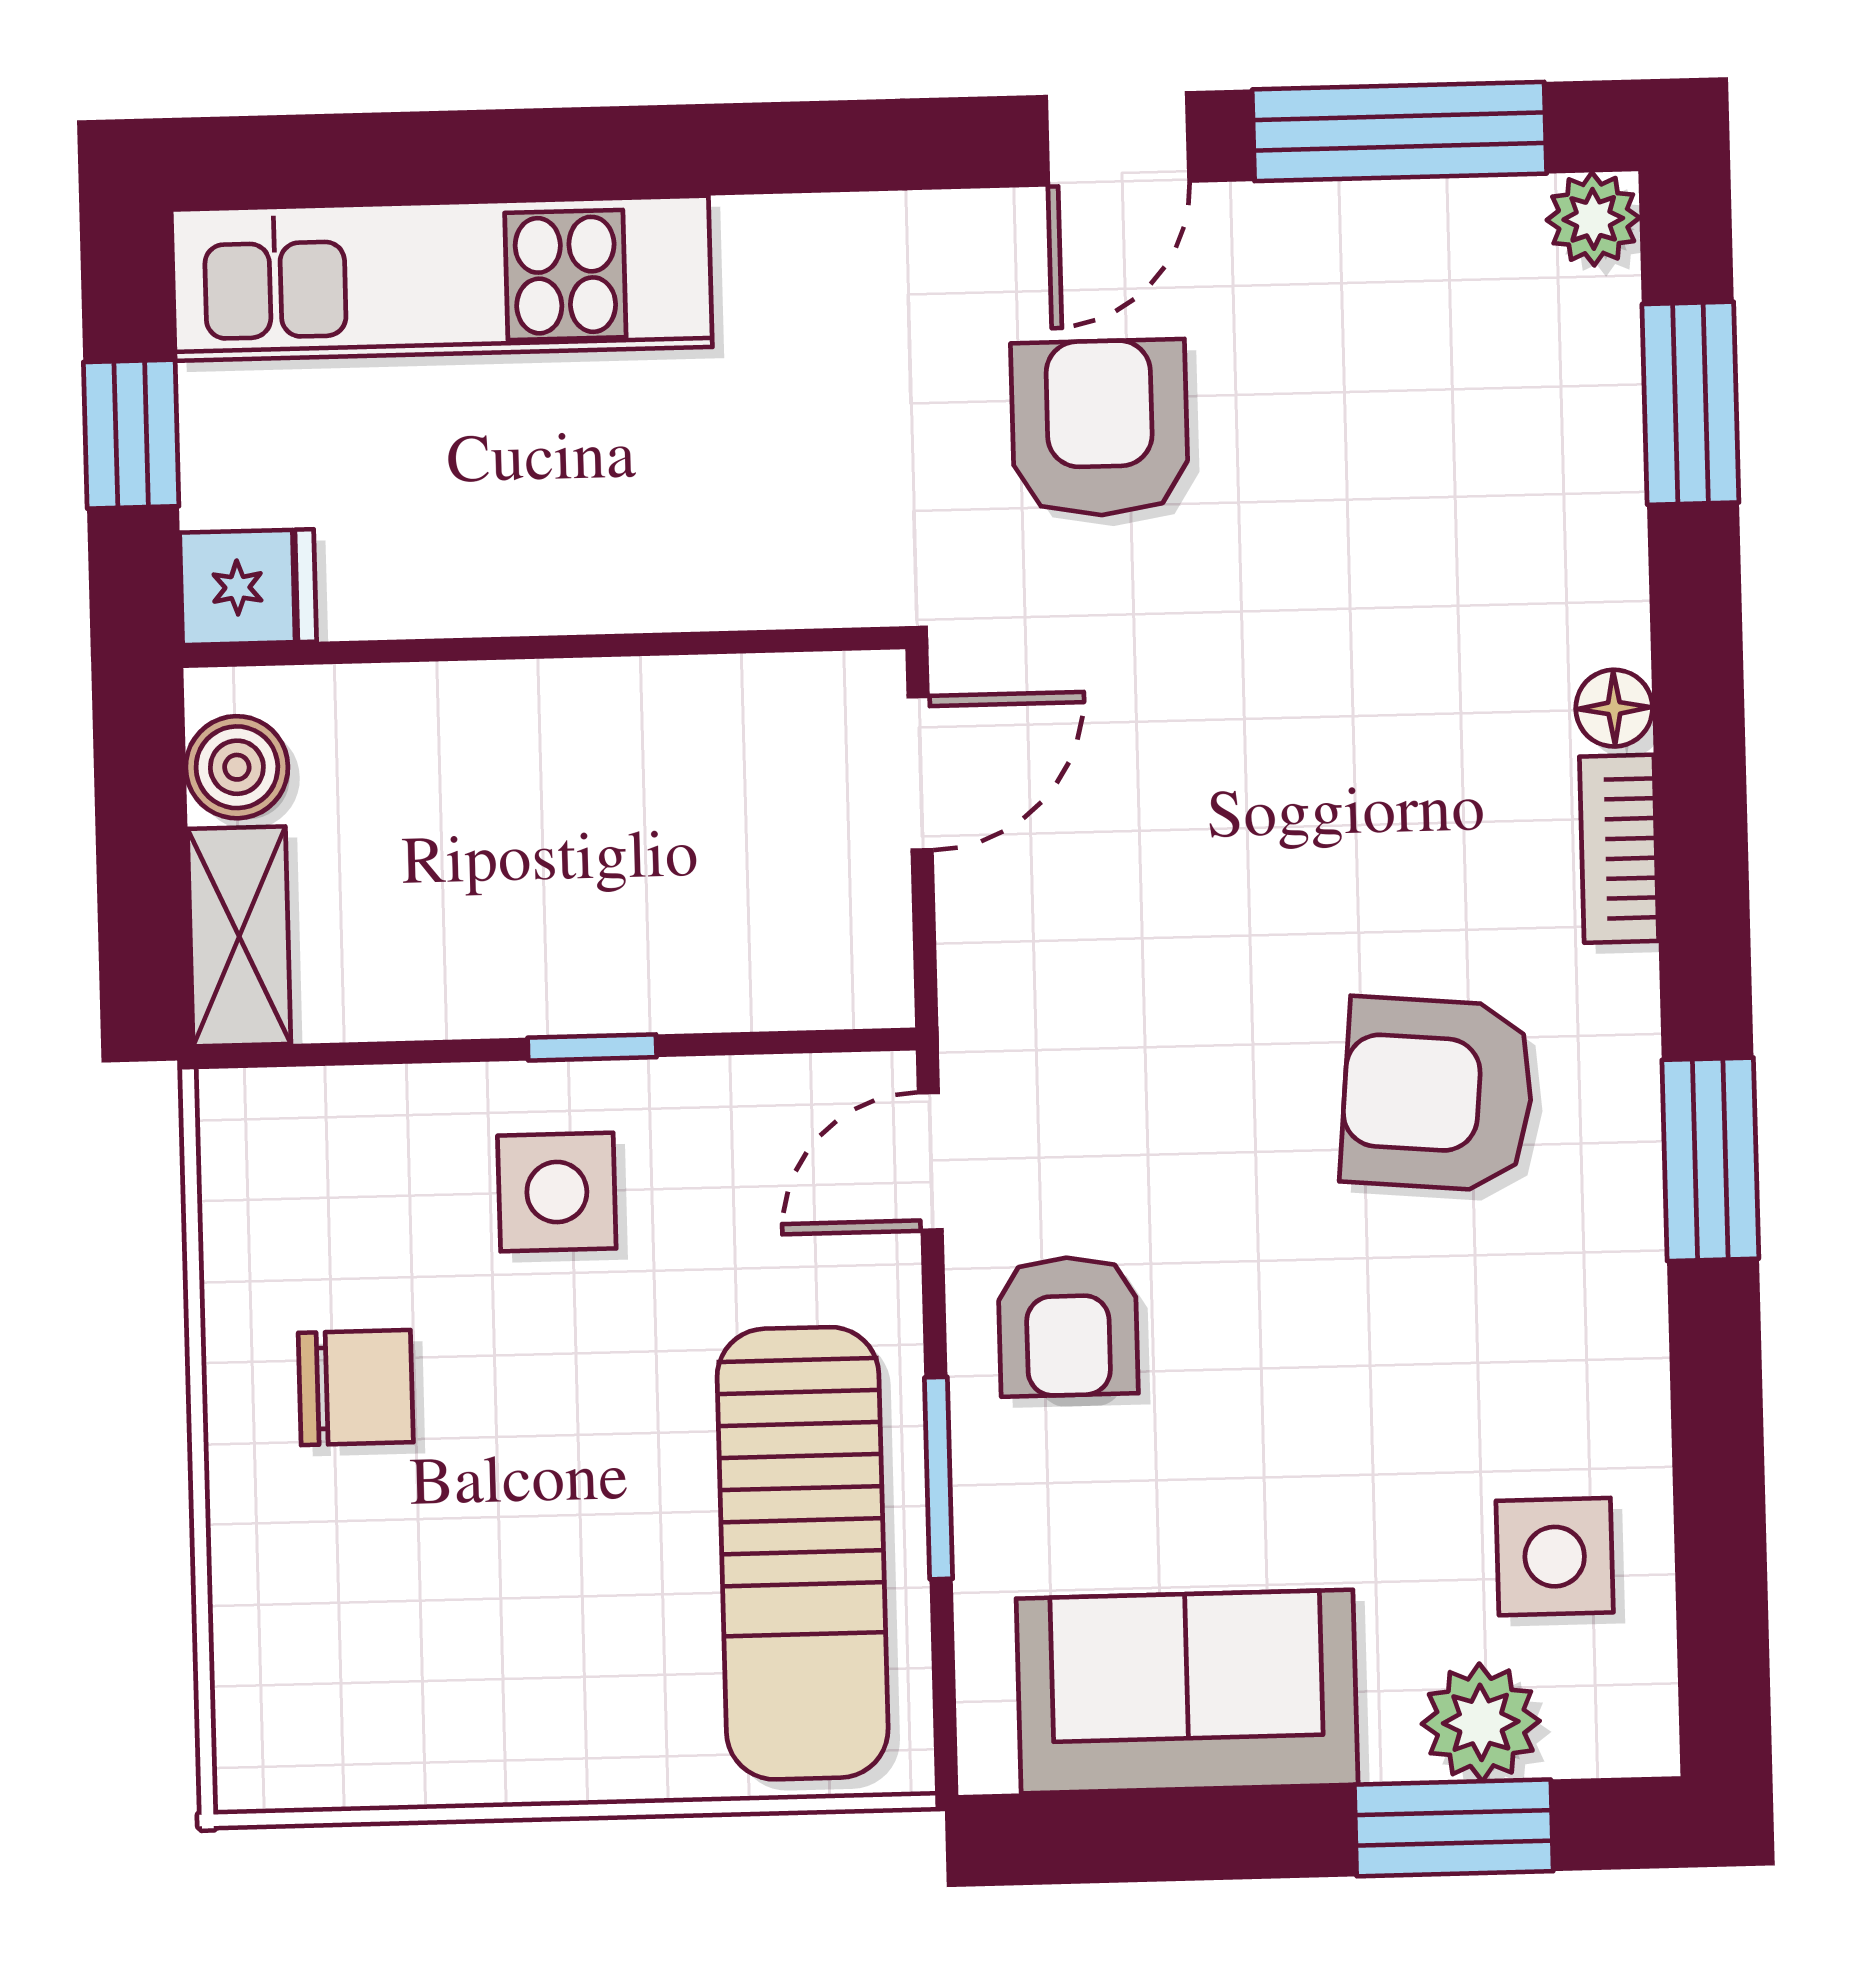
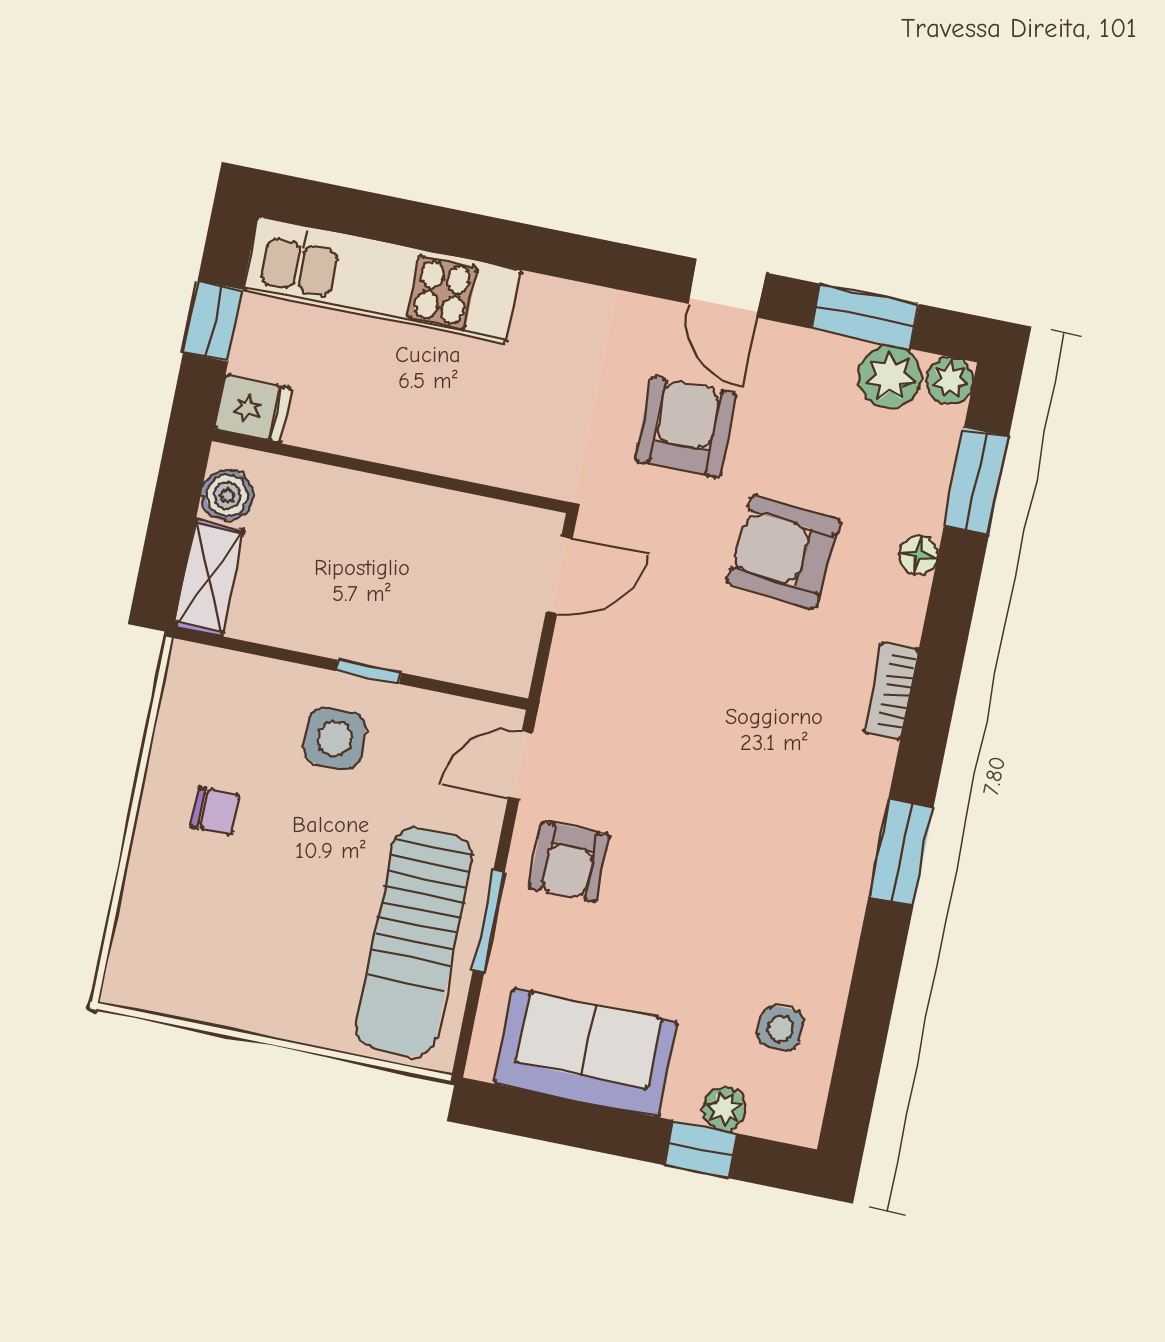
window: (1399, 132) -> (865, 316), width x0.69
door: (1118, 139) -> (727, 288), hinge flipped
plant: (1475, 238) -> (890, 377), added
floor lamp: (1614, 708) -> (918, 555), moved
armchair: (1438, 1094) -> (784, 552), moved
chair: (356, 1388) -> (215, 811), width x0.73, depth x0.73
side table: (1555, 1557) -> (780, 1028), width x0.73, depth x0.73
plant: (1481, 1722) -> (724, 1109), width x0.73, depth x0.73
window: (1454, 1828) -> (701, 1149), width x0.67

